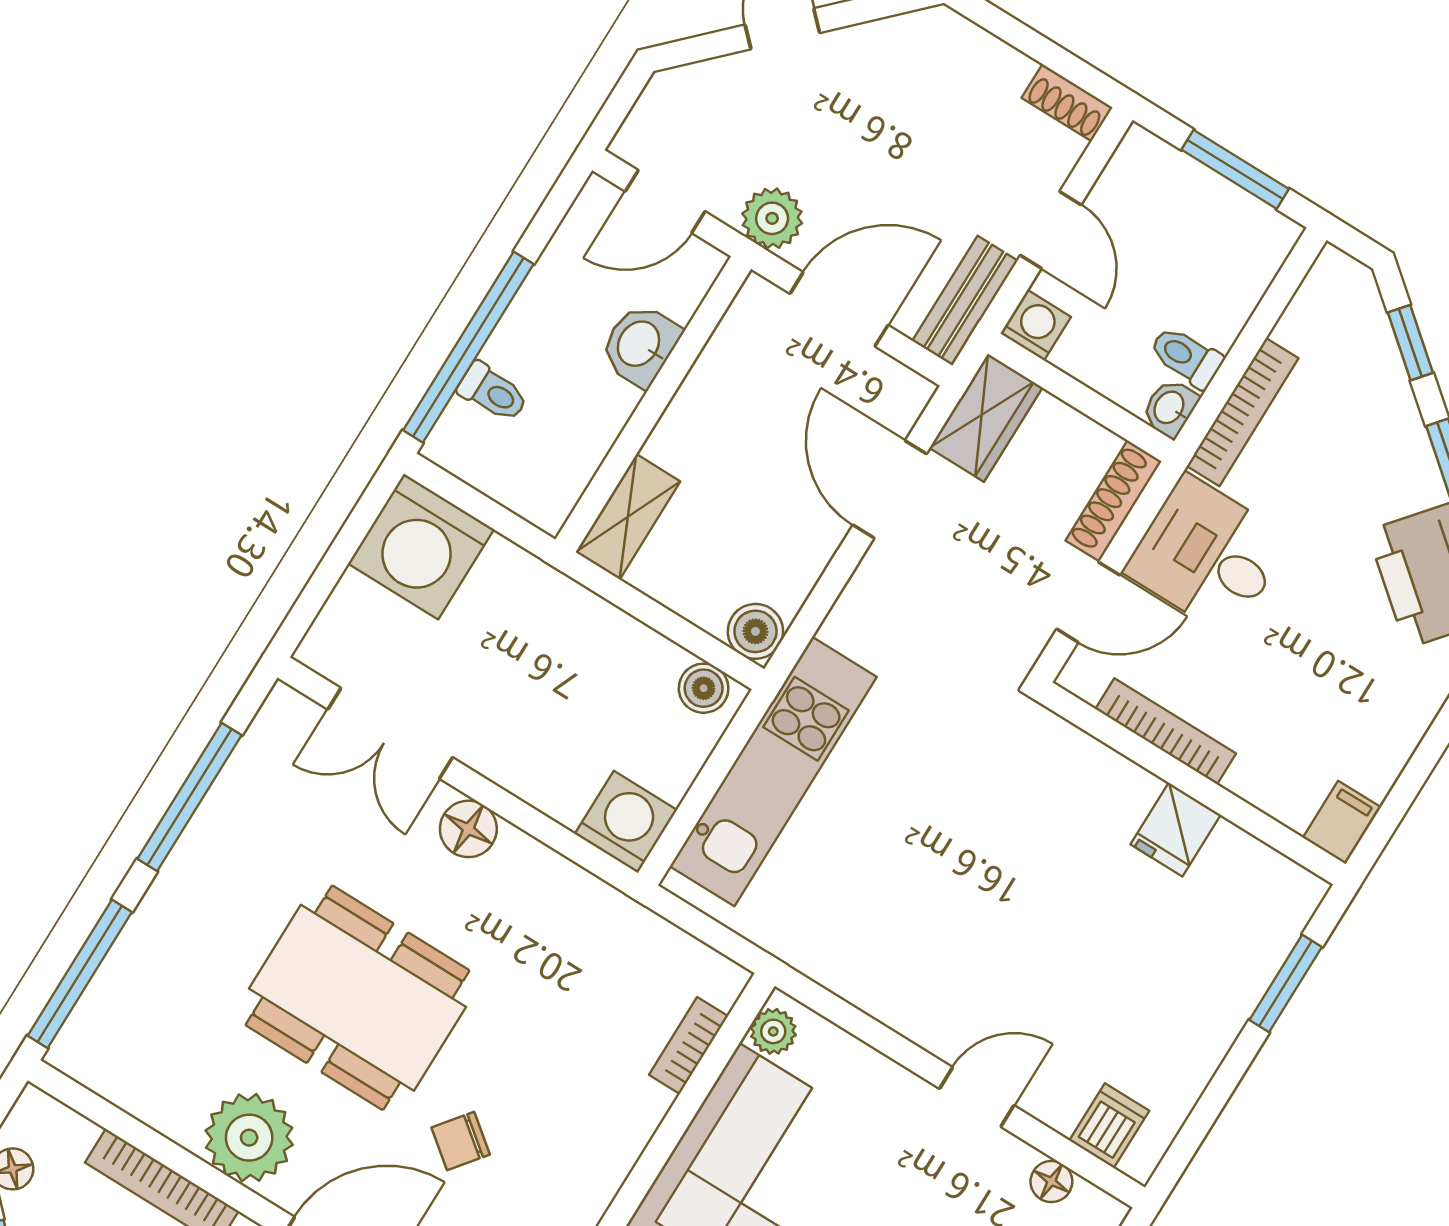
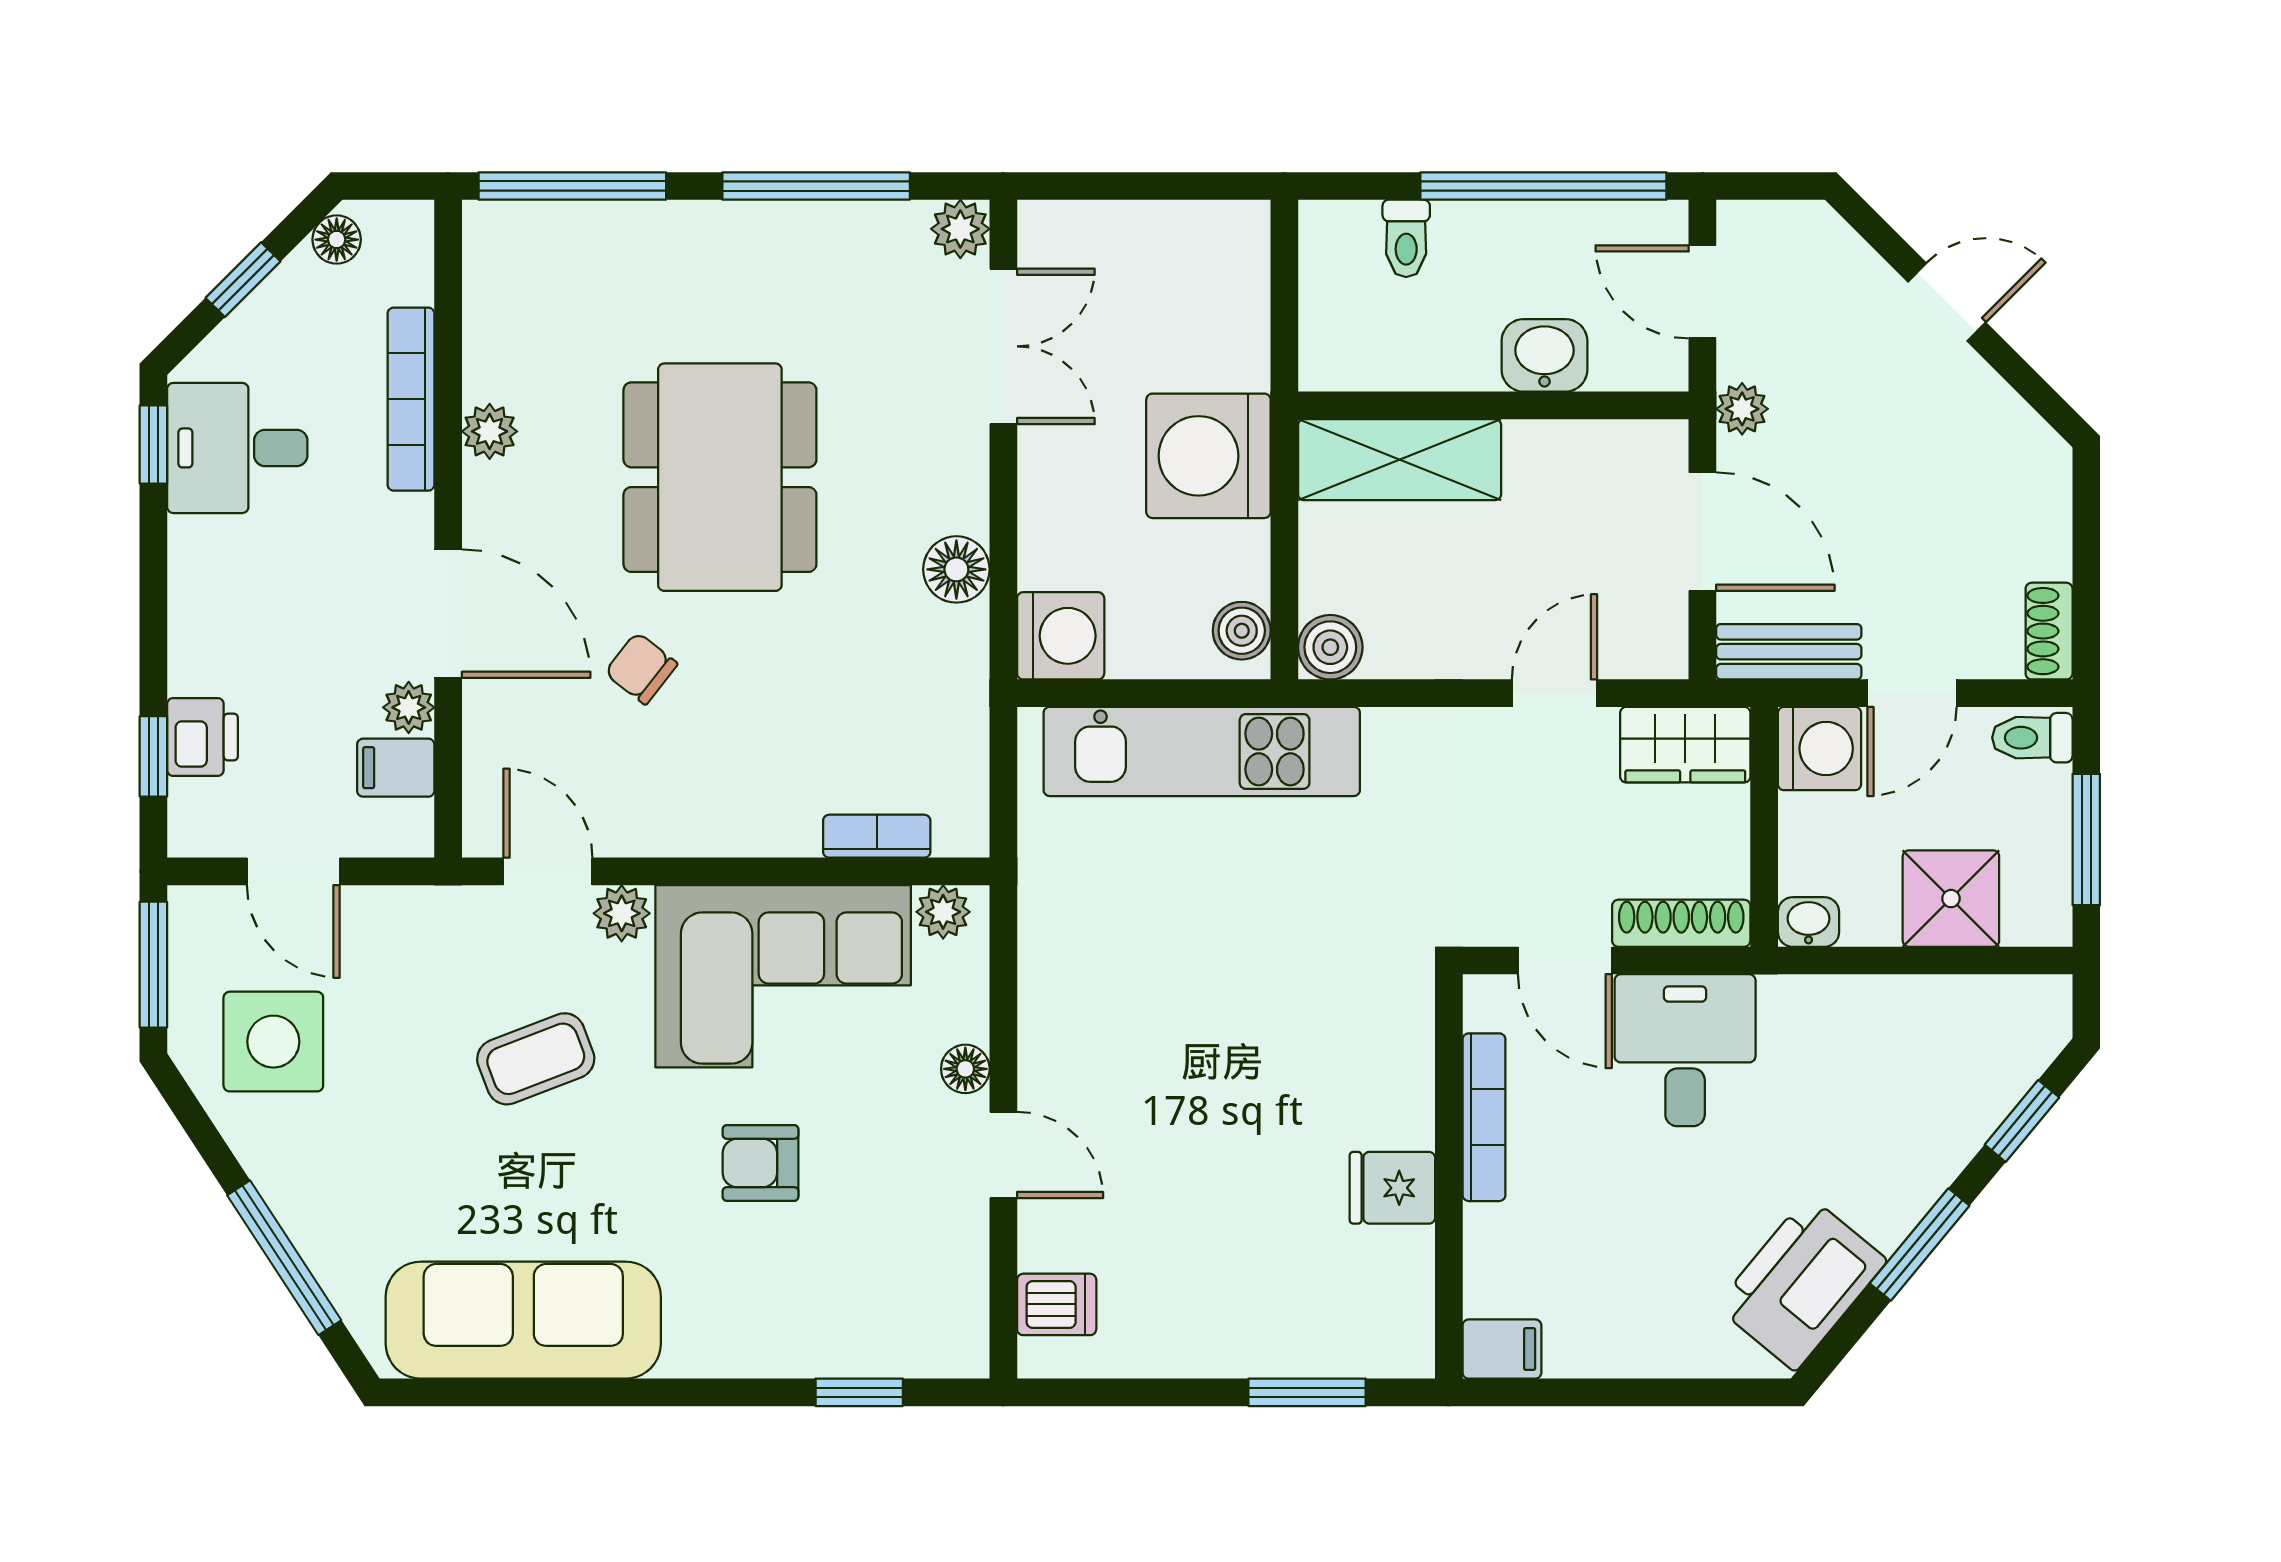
plant: (772, 218) -> (1742, 409), width x0.73, depth x0.73
shower: (1217, 294) -> (1951, 899), added
washing machine: (1036, 325) -> (1819, 749), width x1.38, depth x1.38
window: (468, 347) -> (1543, 186), moved
toilet: (1186, 357) -> (2032, 738), moved, turned -90
bookcase: (1243, 412) -> (1849, 997), removed
door: (890, 489) -> (1554, 693), width x0.73
shelving: (628, 517) -> (1400, 460), width x1.50, depth x1.33
washing machine: (421, 546) -> (1208, 456), moved
plant: (286, 712) -> (960, 229), added
double door: (390, 733) -> (1003, 346), swing flipped
floor lamp: (468, 829) -> (956, 569), moved
plant: (249, 1138) -> (490, 431), width x0.53, depth x0.53
floor lamp: (1051, 1181) -> (965, 1069), moved

